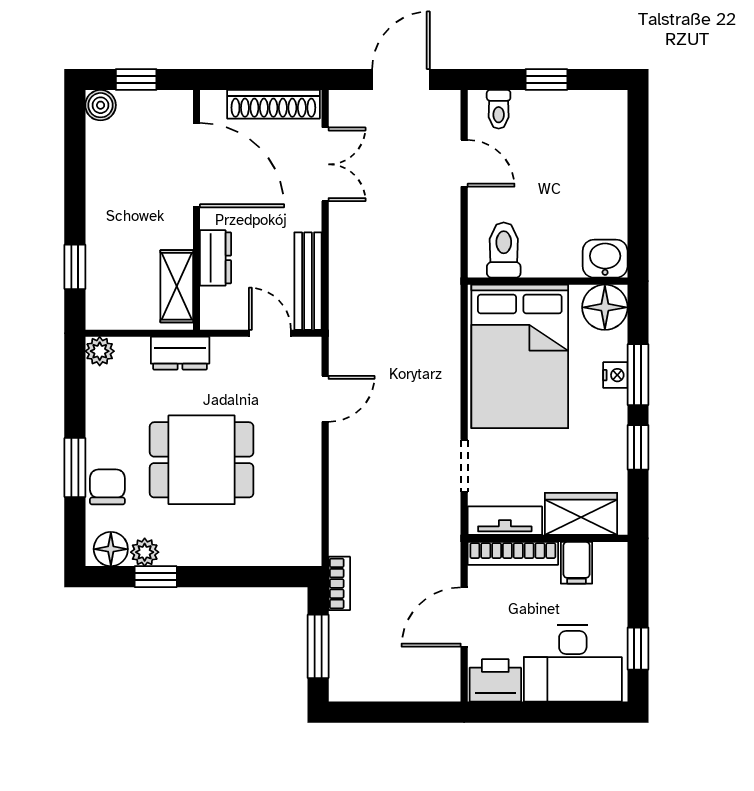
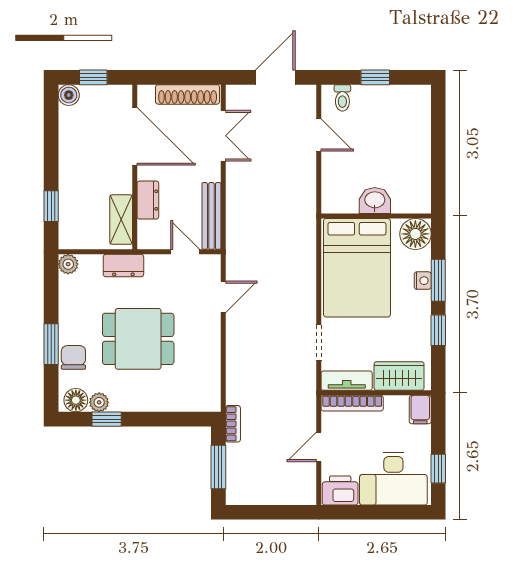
toilet: (504, 250) -> (346, 195), removed
washbasin: (605, 259) -> (375, 201), moved
filing cabinet: (577, 563) -> (420, 410), moved
door: (464, 617) -> (319, 447), width x0.73

